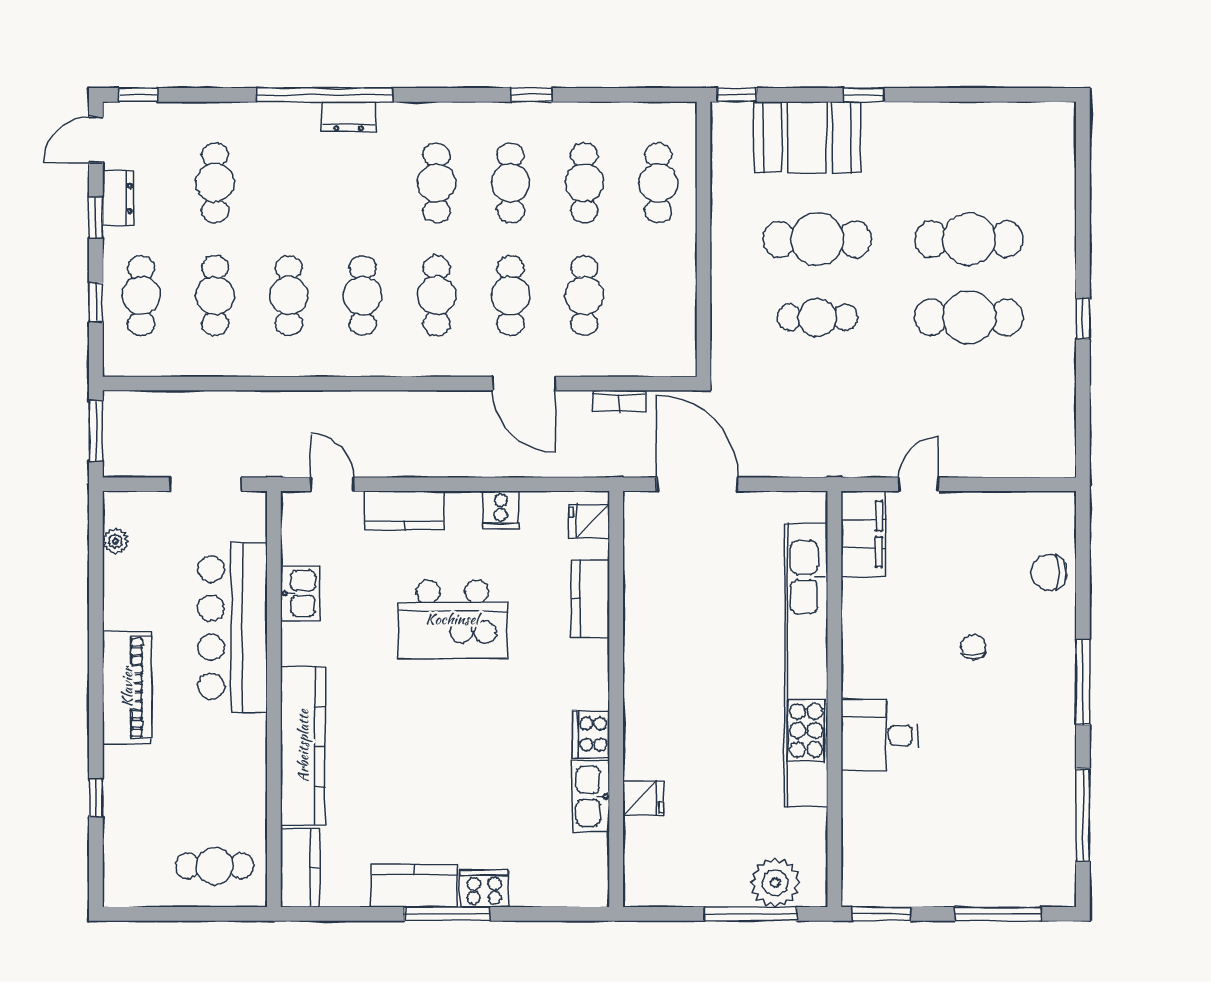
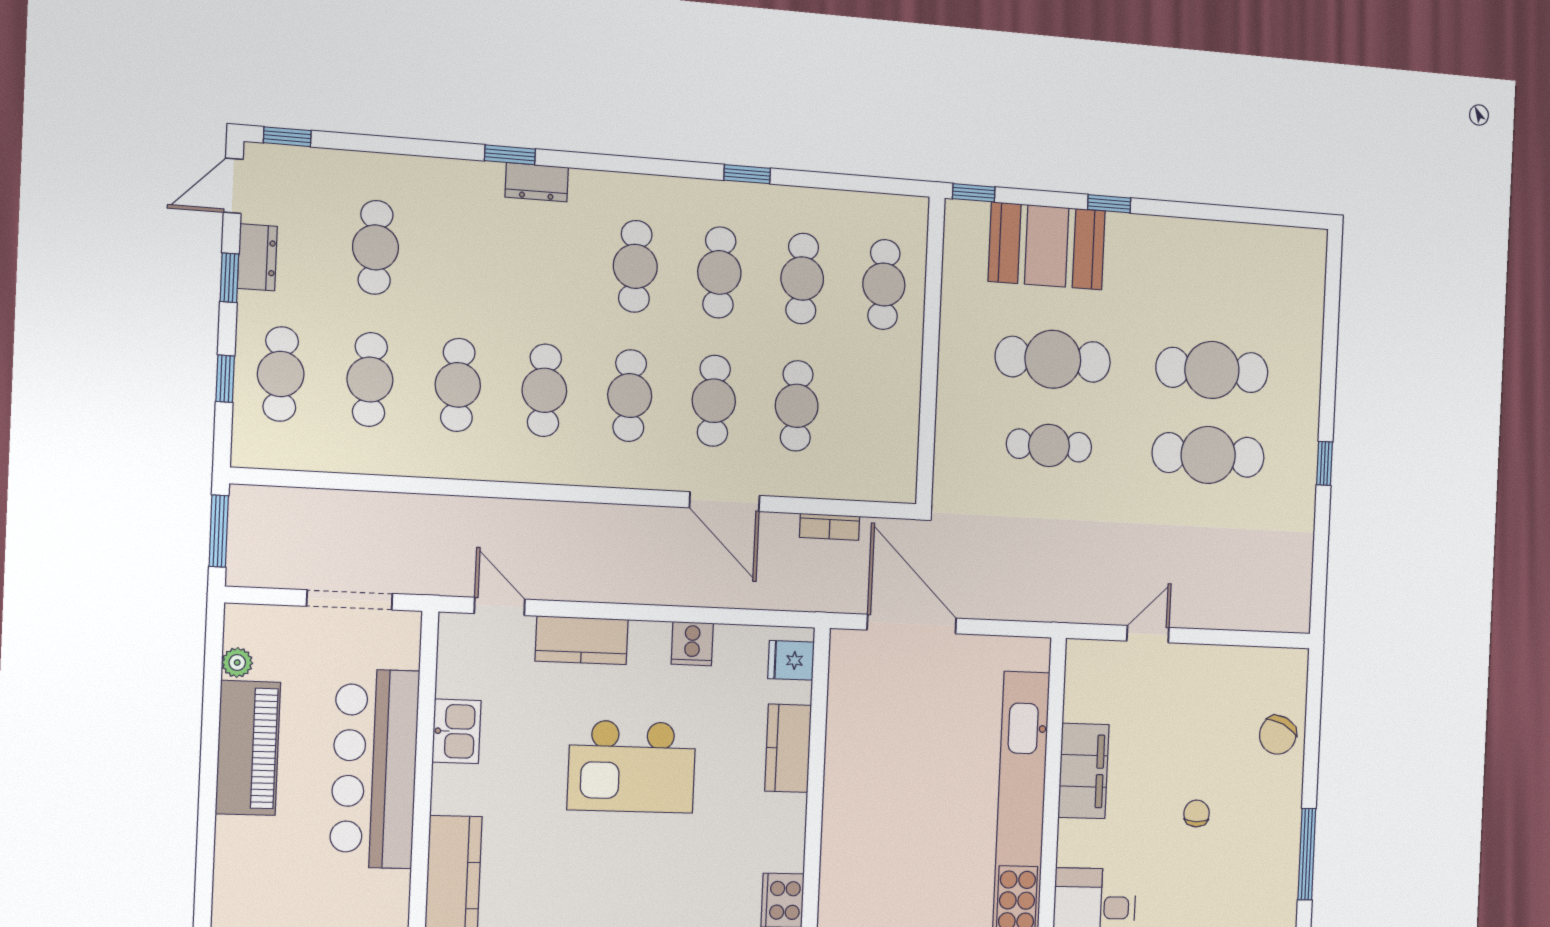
window: (325, 95) -> (510, 155), width x0.32
filing cabinet: (863, 534) -> (1083, 771), moved
chair: (1049, 572) -> (1278, 735), turned -64
piano: (127, 687) -> (248, 748), moved

